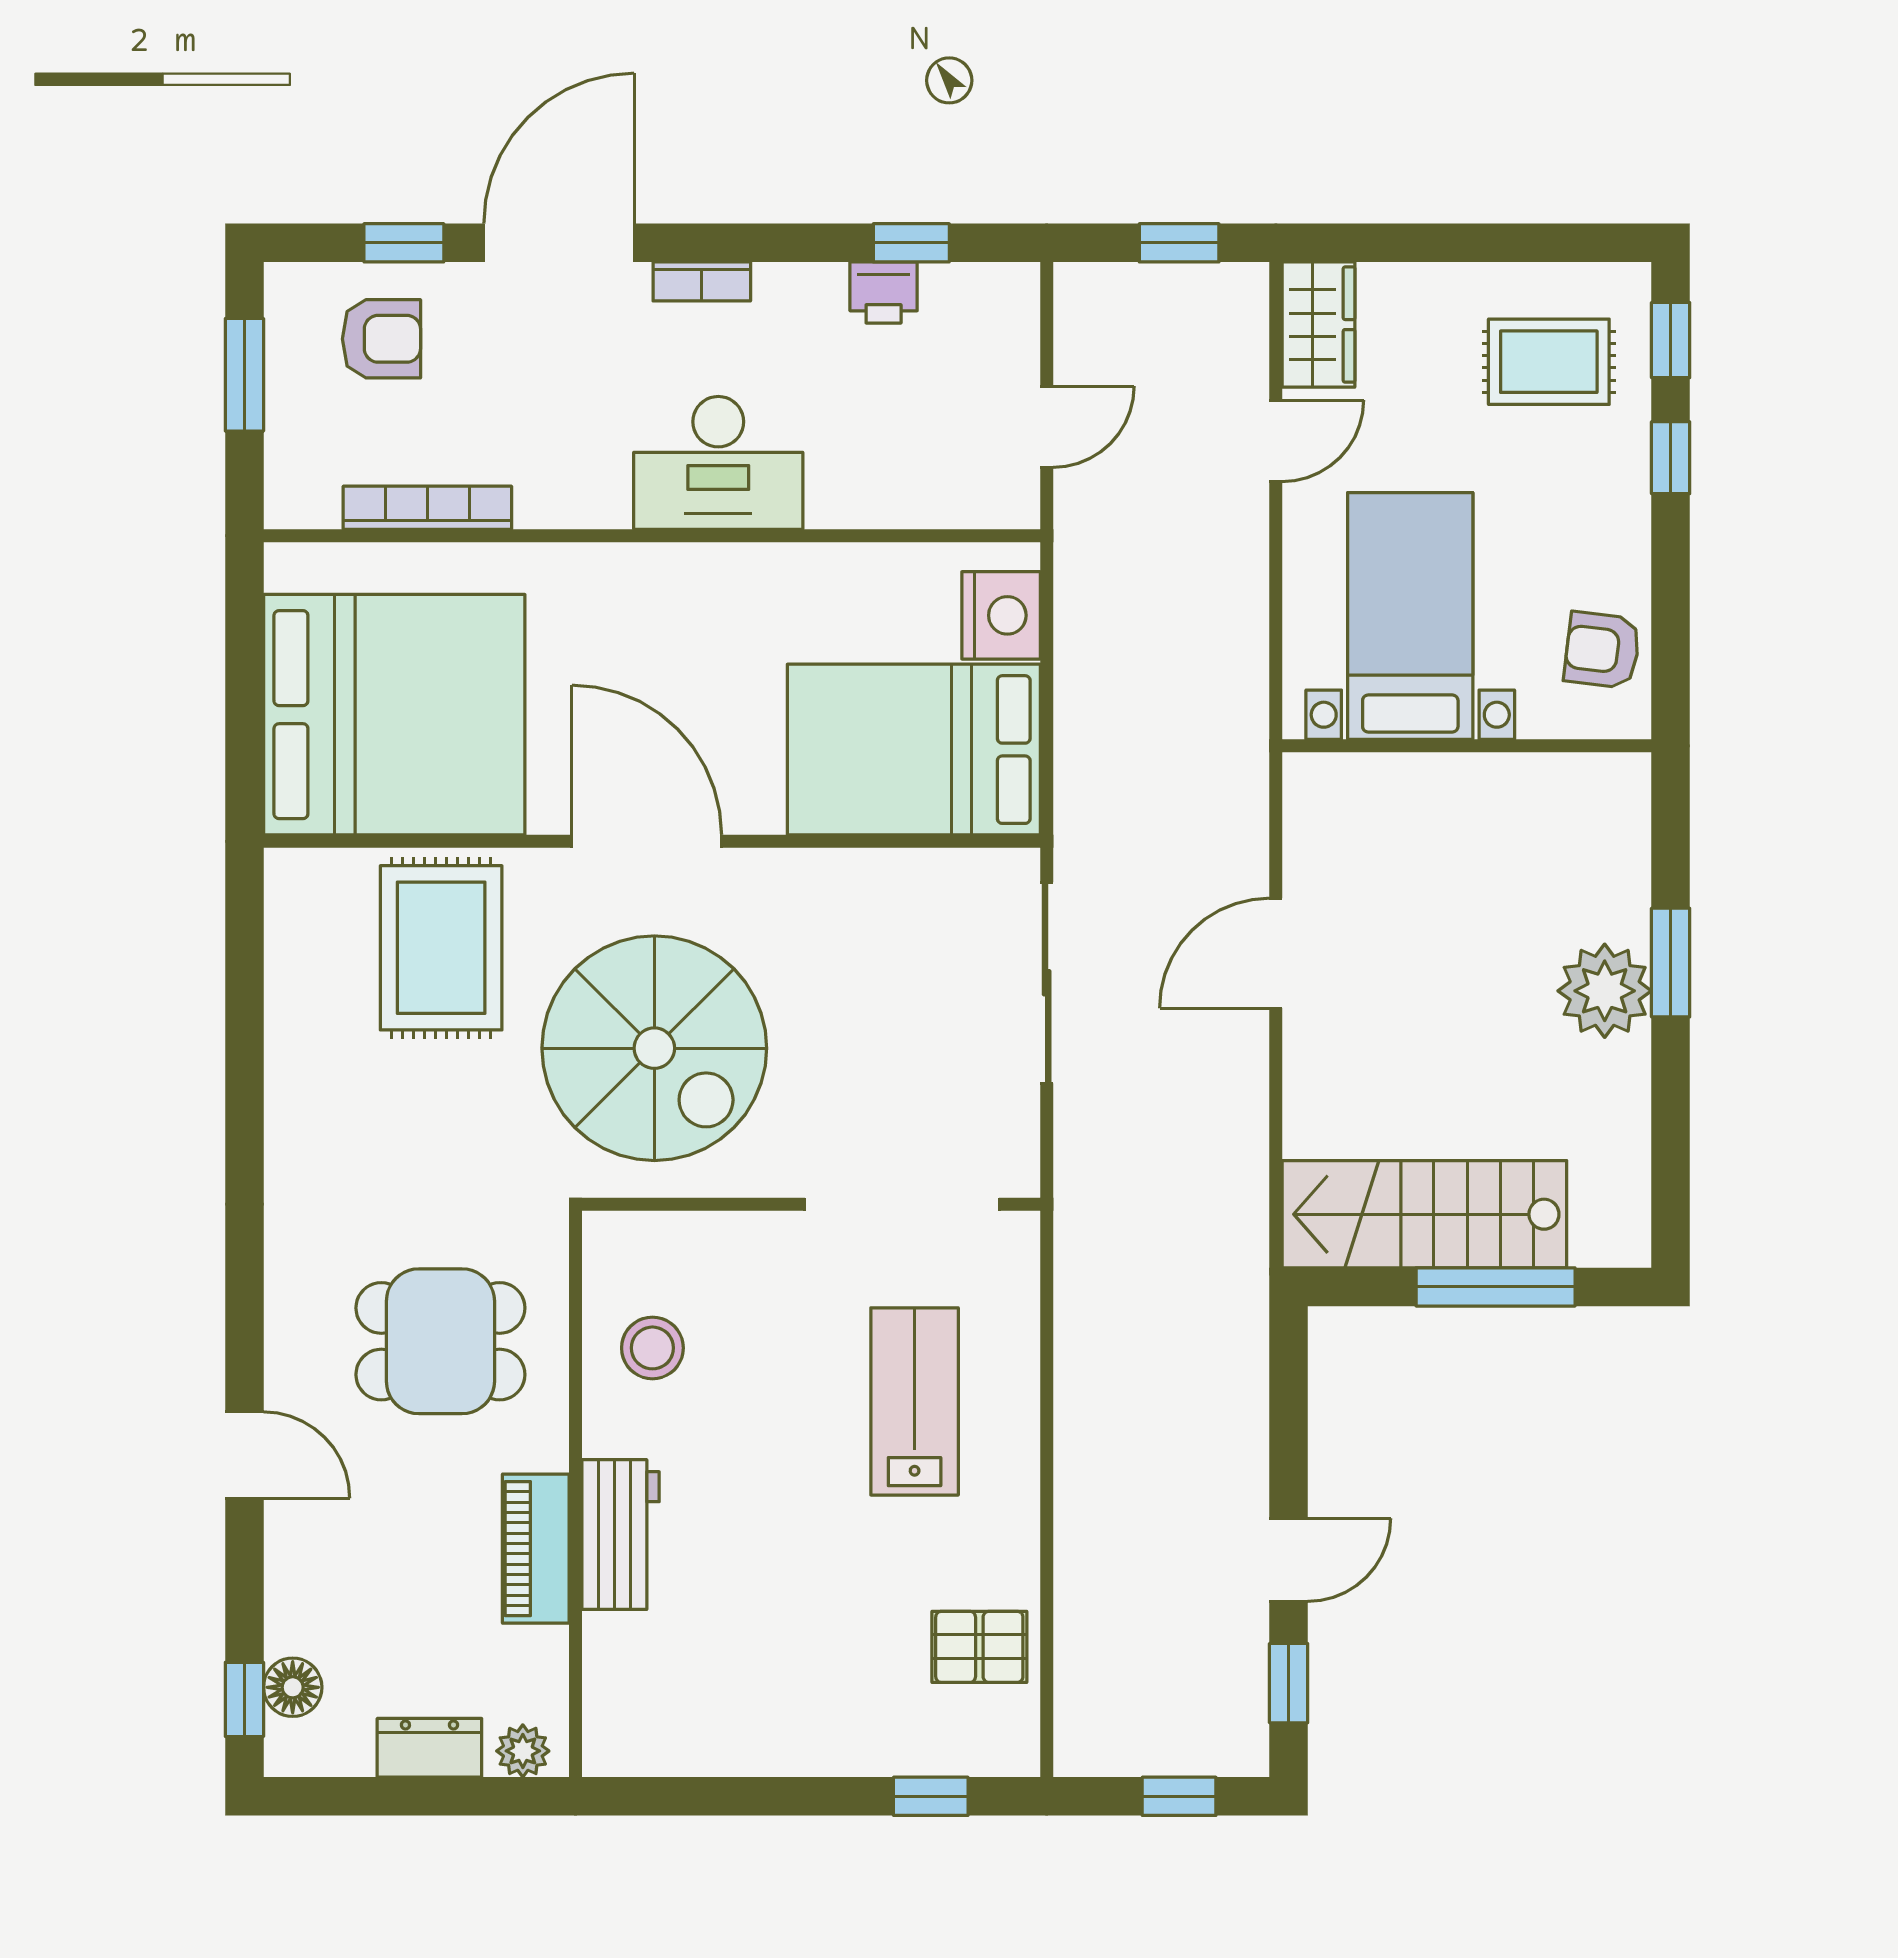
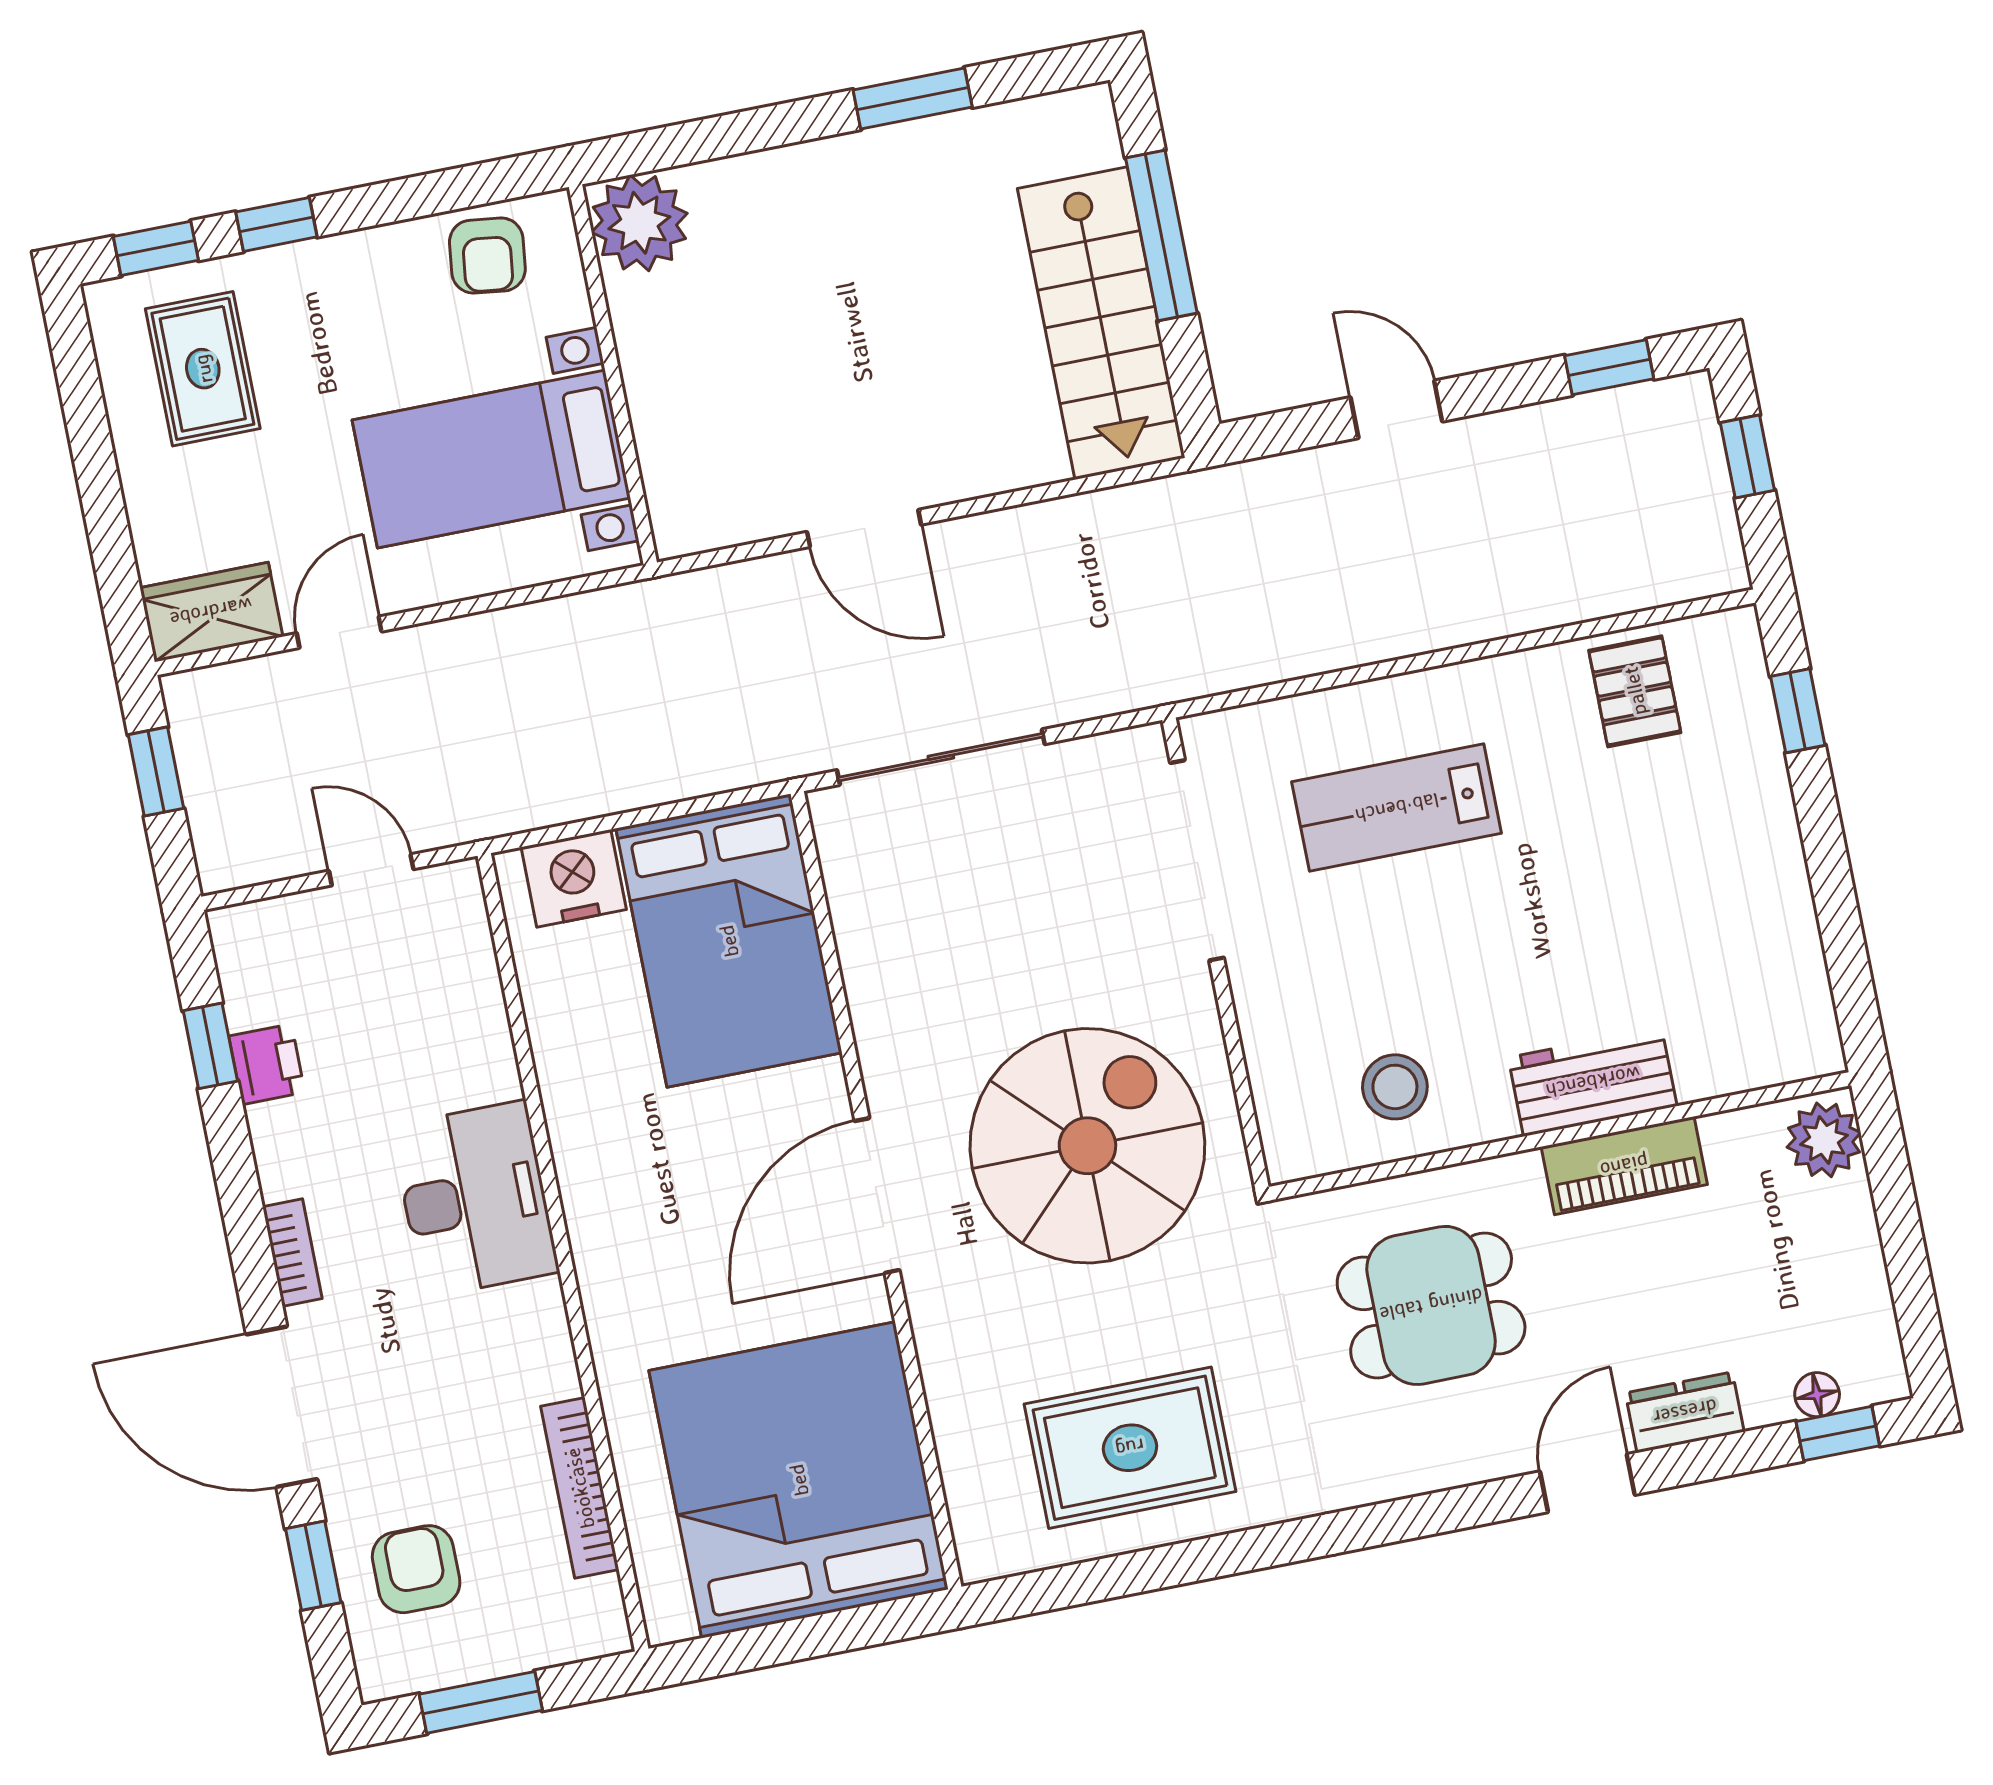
door: (1276, 441) -> (339, 632), hinge flipped
rug: (441, 948) -> (1130, 1448), moved
window: (1671, 963) -> (913, 99), moved
plant: (1605, 991) -> (639, 223), moved
dining table: (440, 1341) -> (1431, 1305), turned 90
door: (1289, 1560) -> (1396, 409), moved
floor lamp: (293, 1687) -> (1817, 1395), width x0.73, depth x0.73
dresser: (429, 1748) -> (1685, 1412), moved, turned 90
plant: (523, 1751) -> (1824, 1140), width x1.38, depth x1.38

